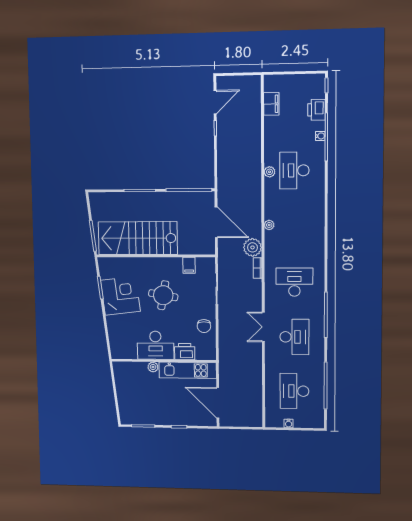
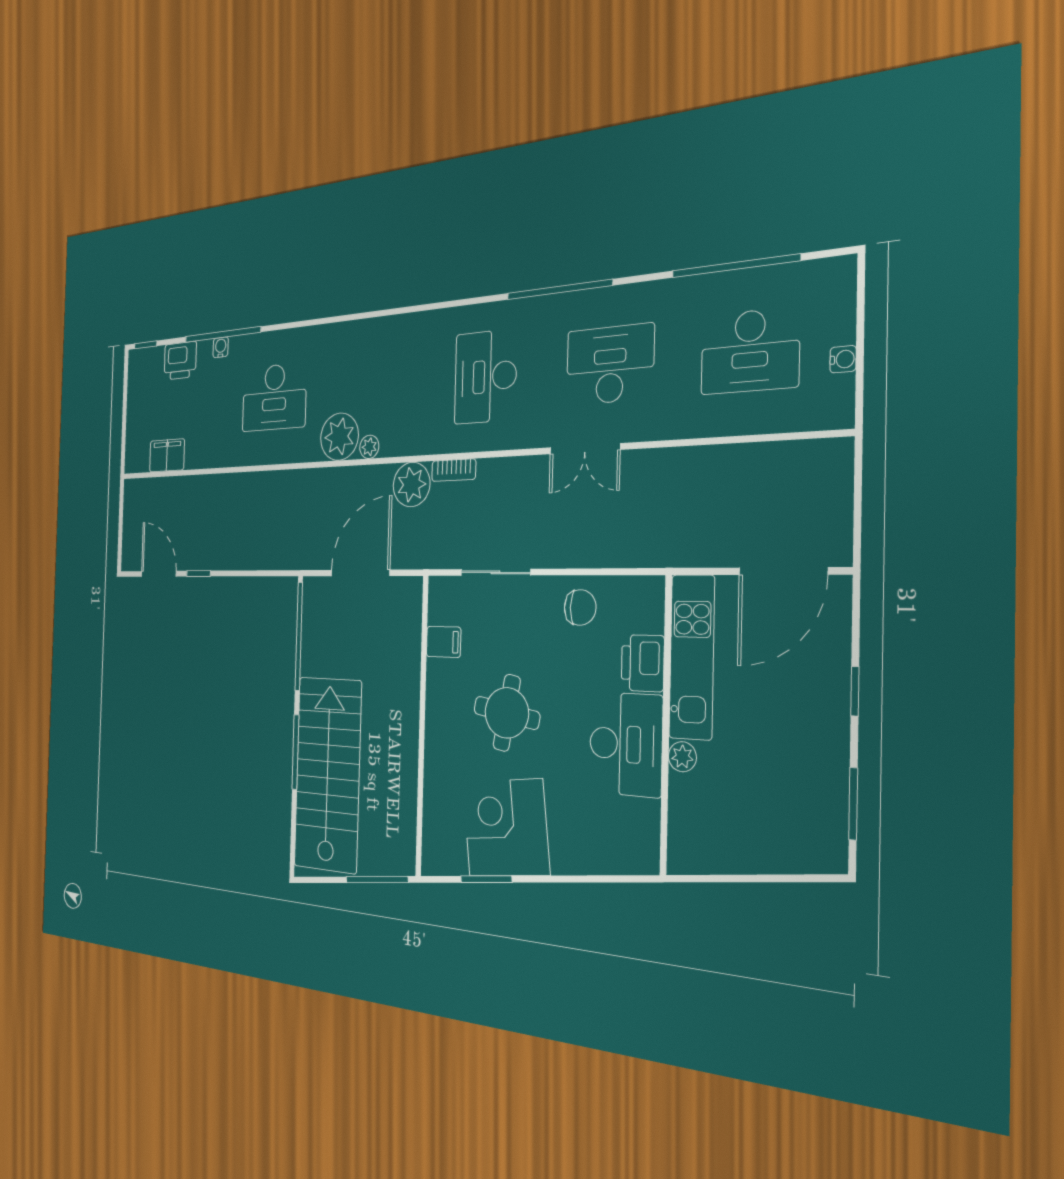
plant: (269, 172) -> (339, 437), moved, width x1.88, depth x1.88
stairs: (138, 238) -> (328, 774), moved, turned 180

